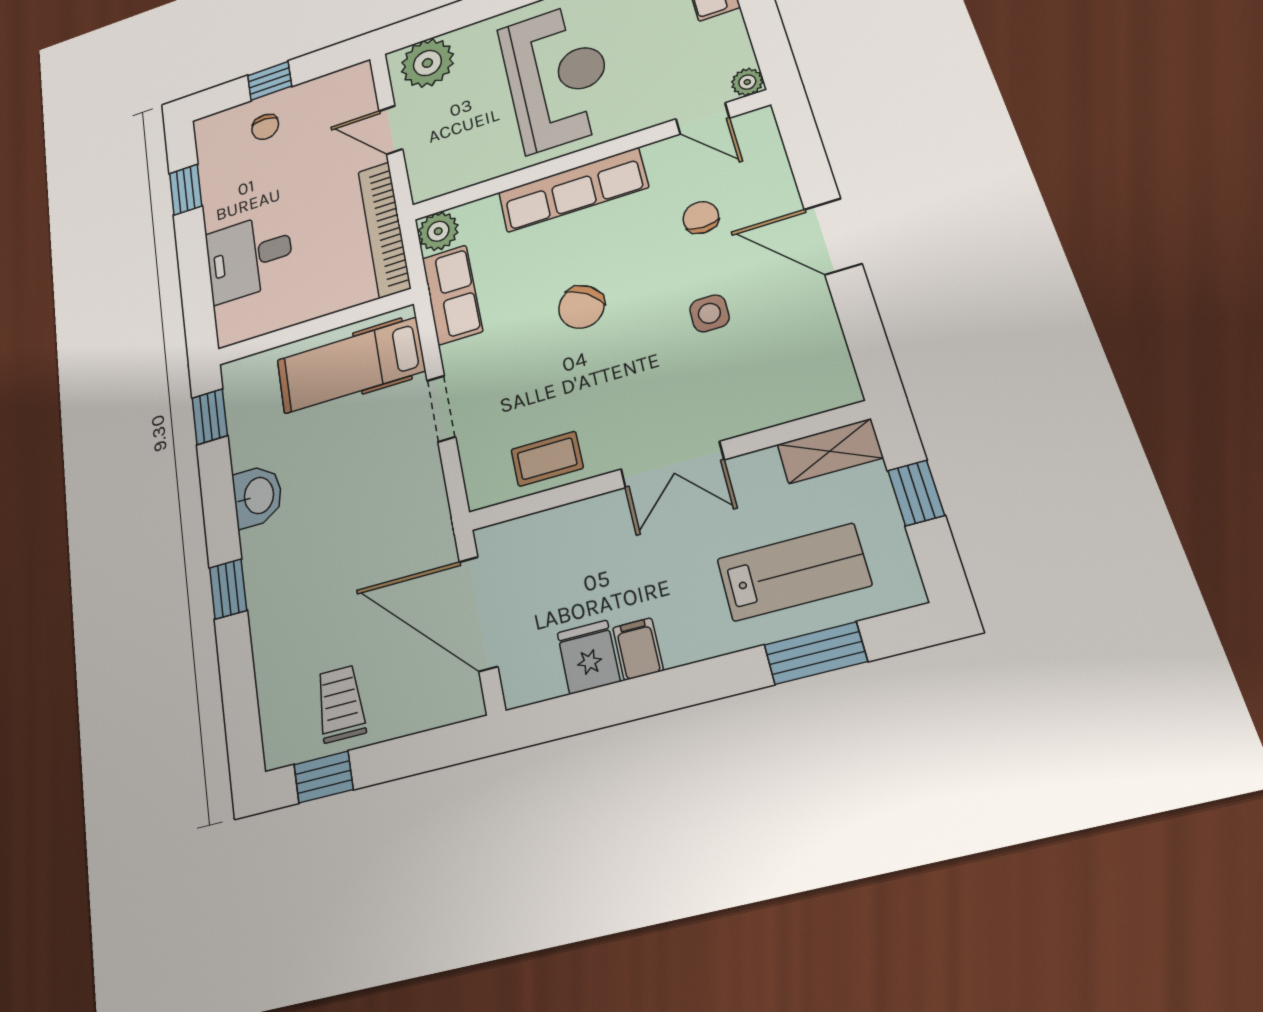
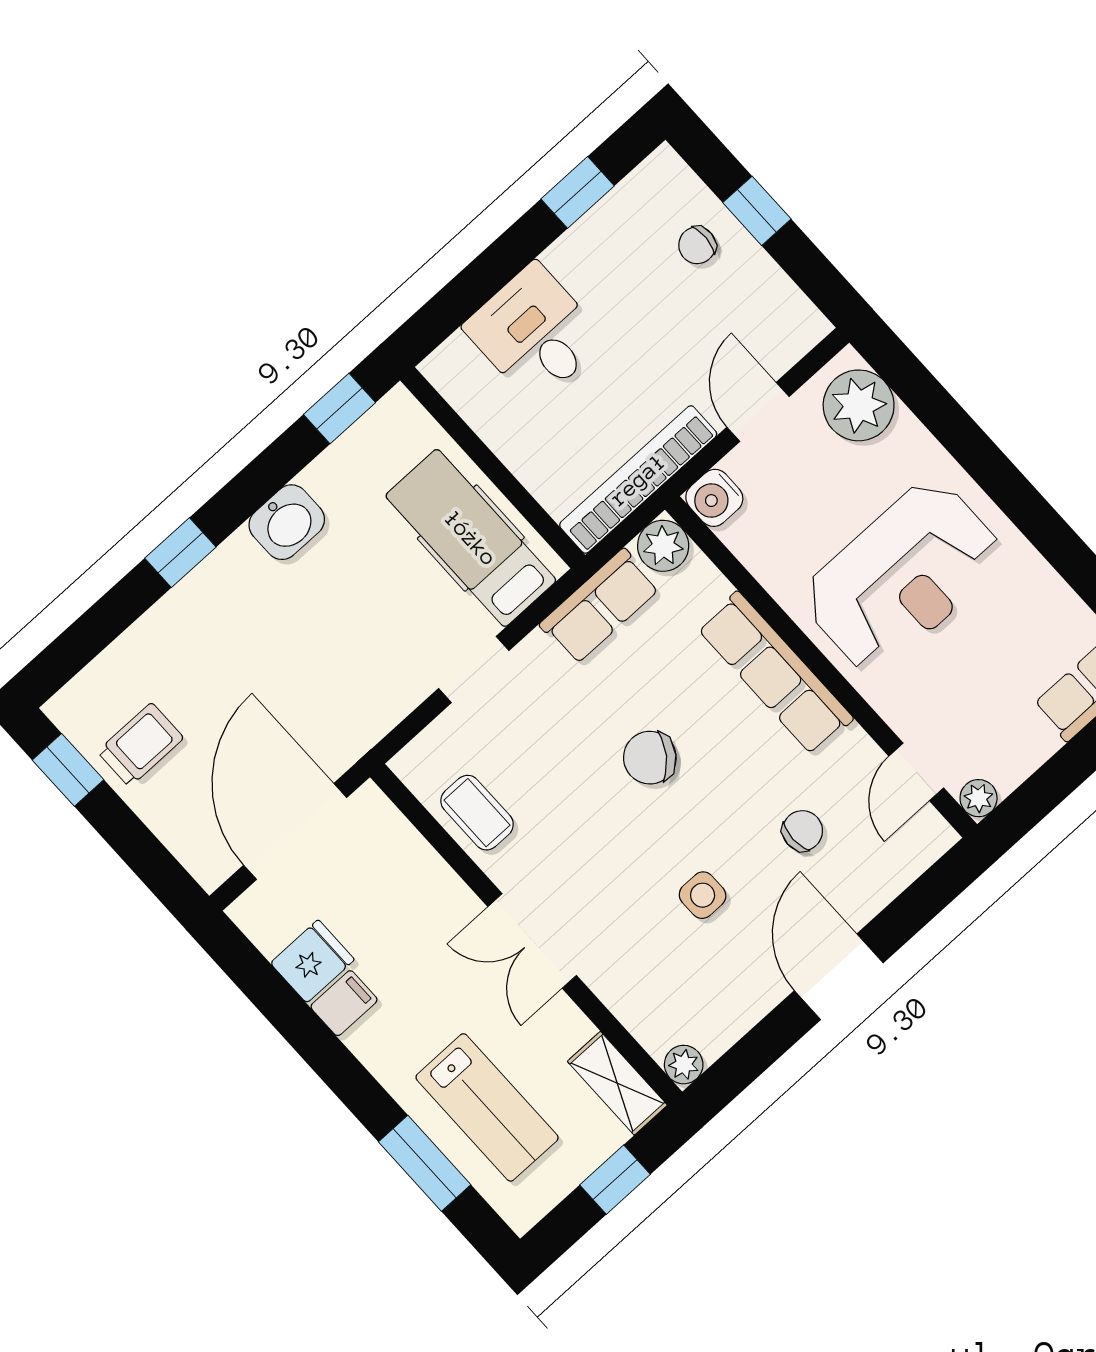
water cooler: (428, 182) -> (714, 498), added
plant: (842, 389) -> (684, 1065), added

